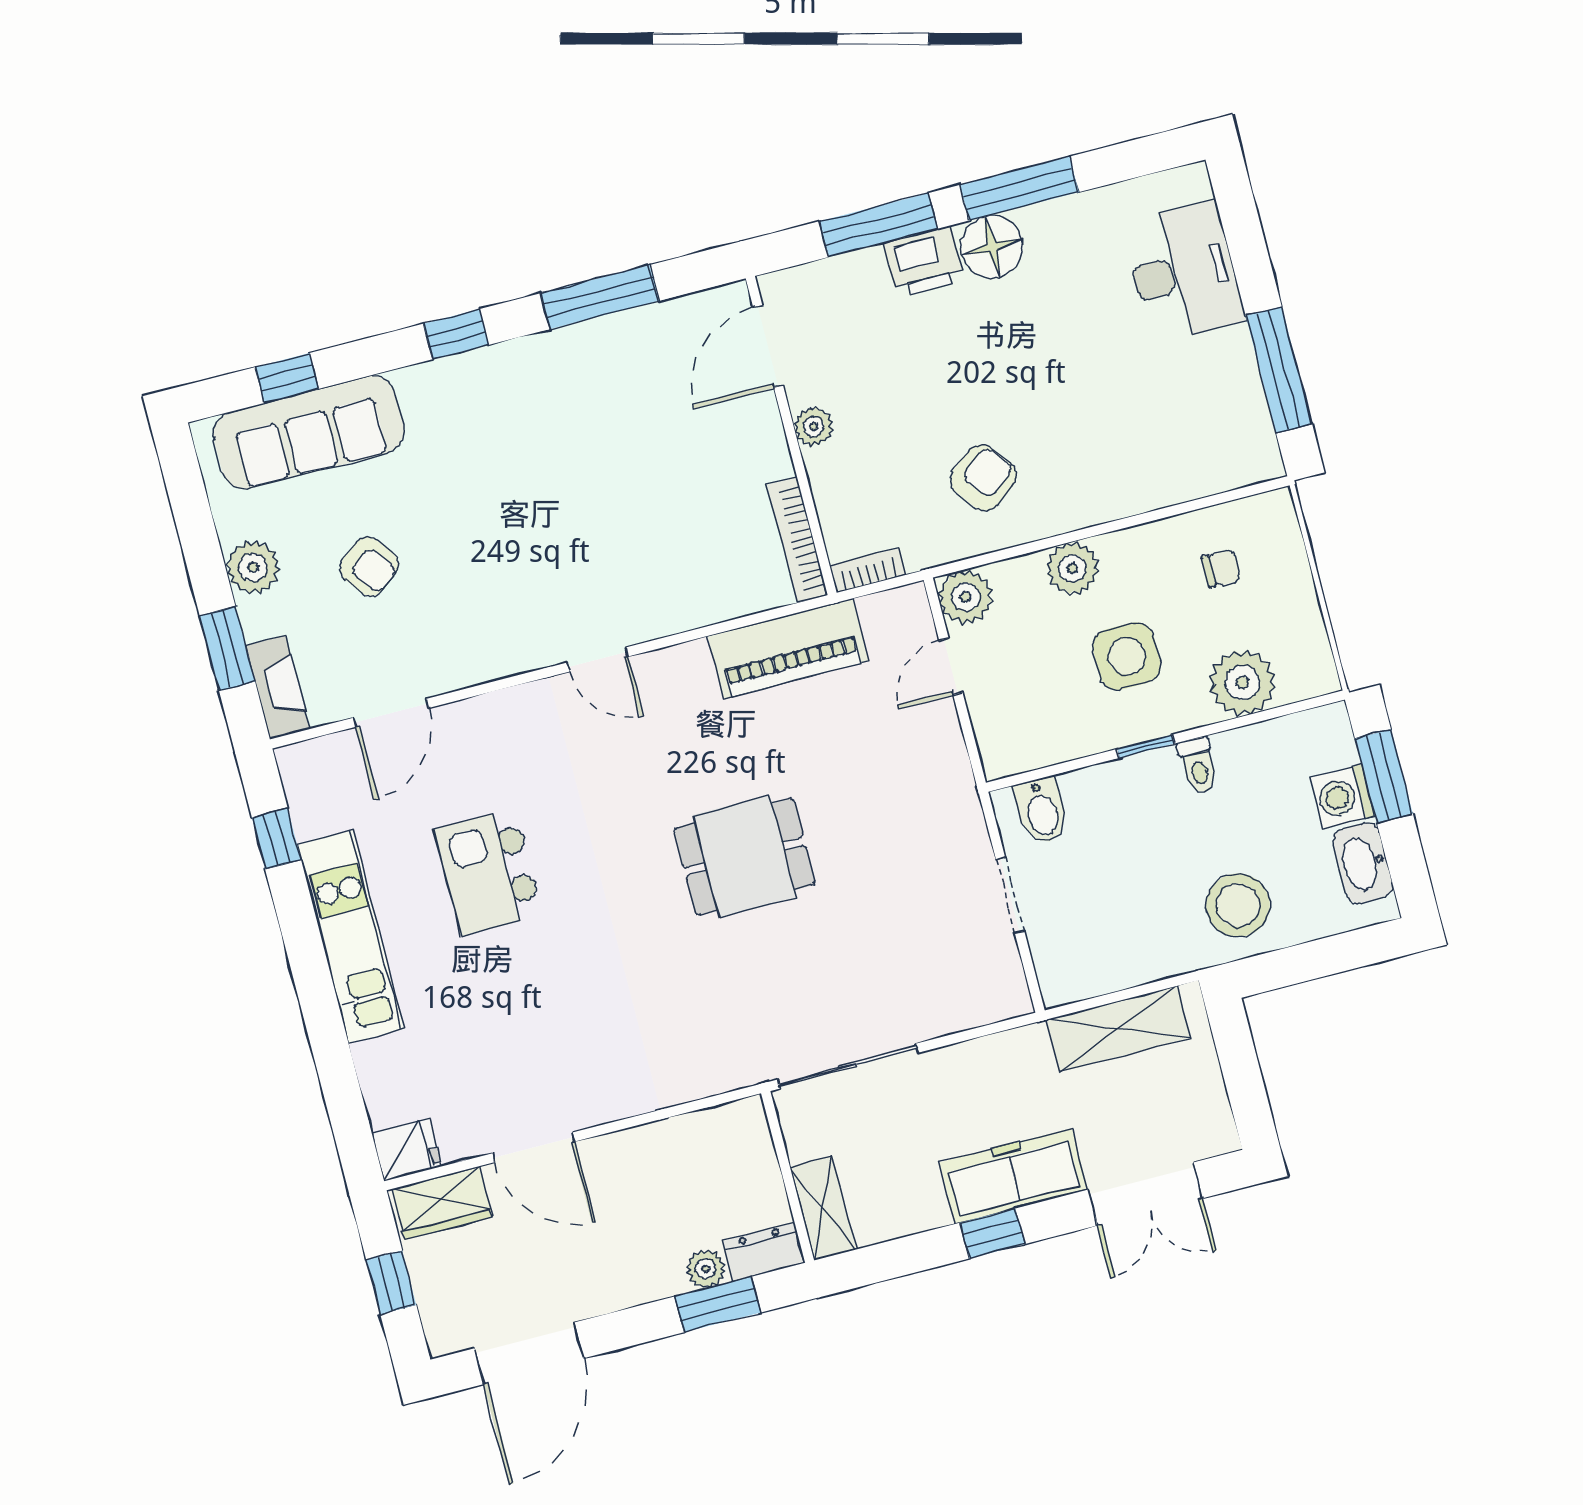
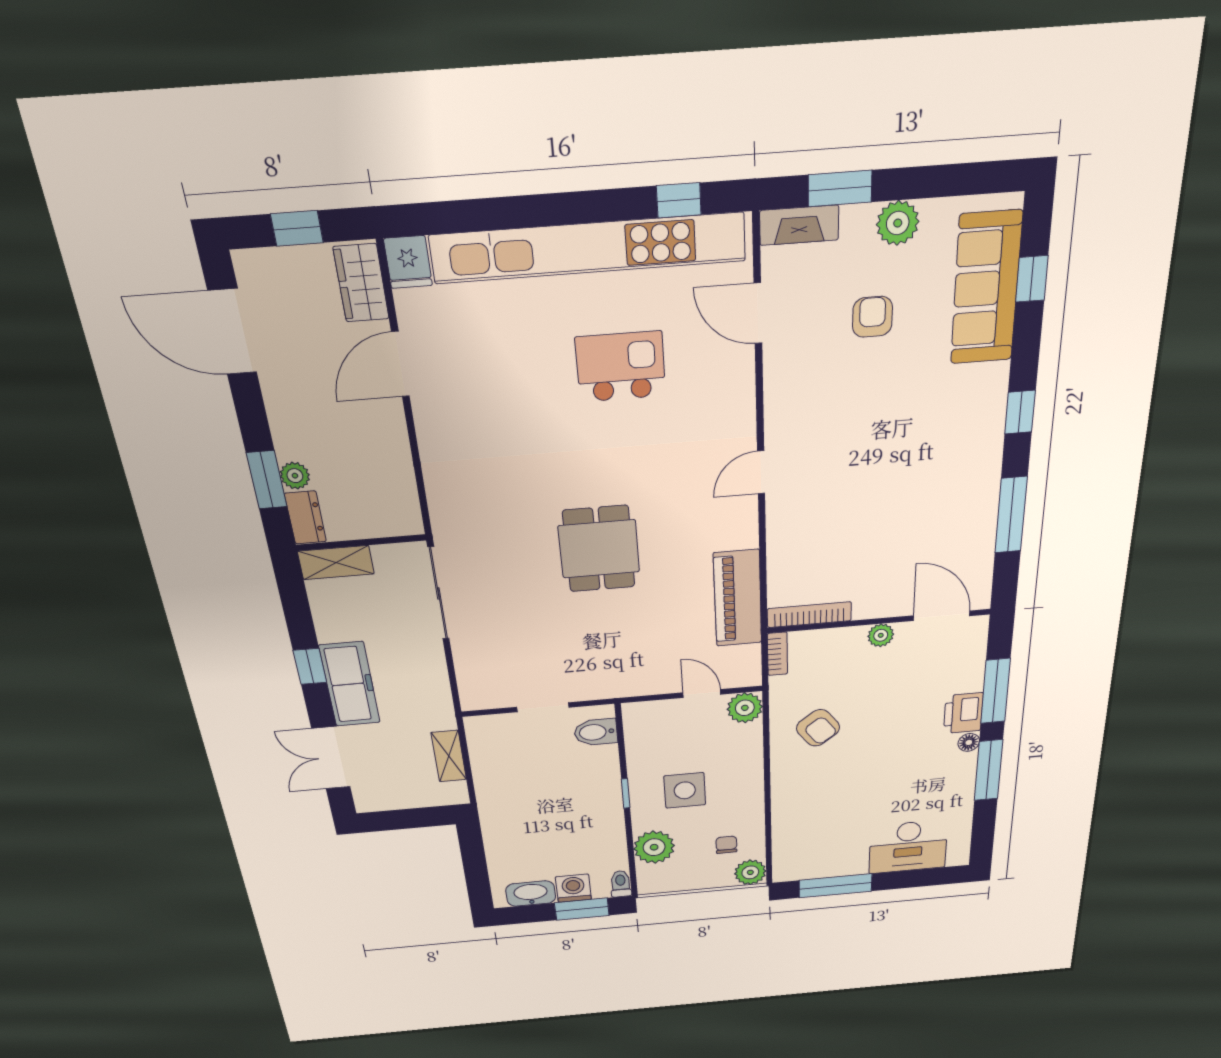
floor lamp: (992, 247) -> (969, 742), width x0.53, depth x0.53
armchair: (369, 567) -> (872, 317), turned 127
plant: (1072, 568) -> (750, 872), moved
chair: (1221, 568) -> (726, 845), turned 180
toilet: (1198, 765) -> (621, 884), moved, turned 90
stool: (1238, 905) -> (515, 829), removed
kitchen unit: (351, 936) -> (589, 248), width x1.86
shelving: (1118, 1029) -> (449, 756), width x0.67, depth x0.75

